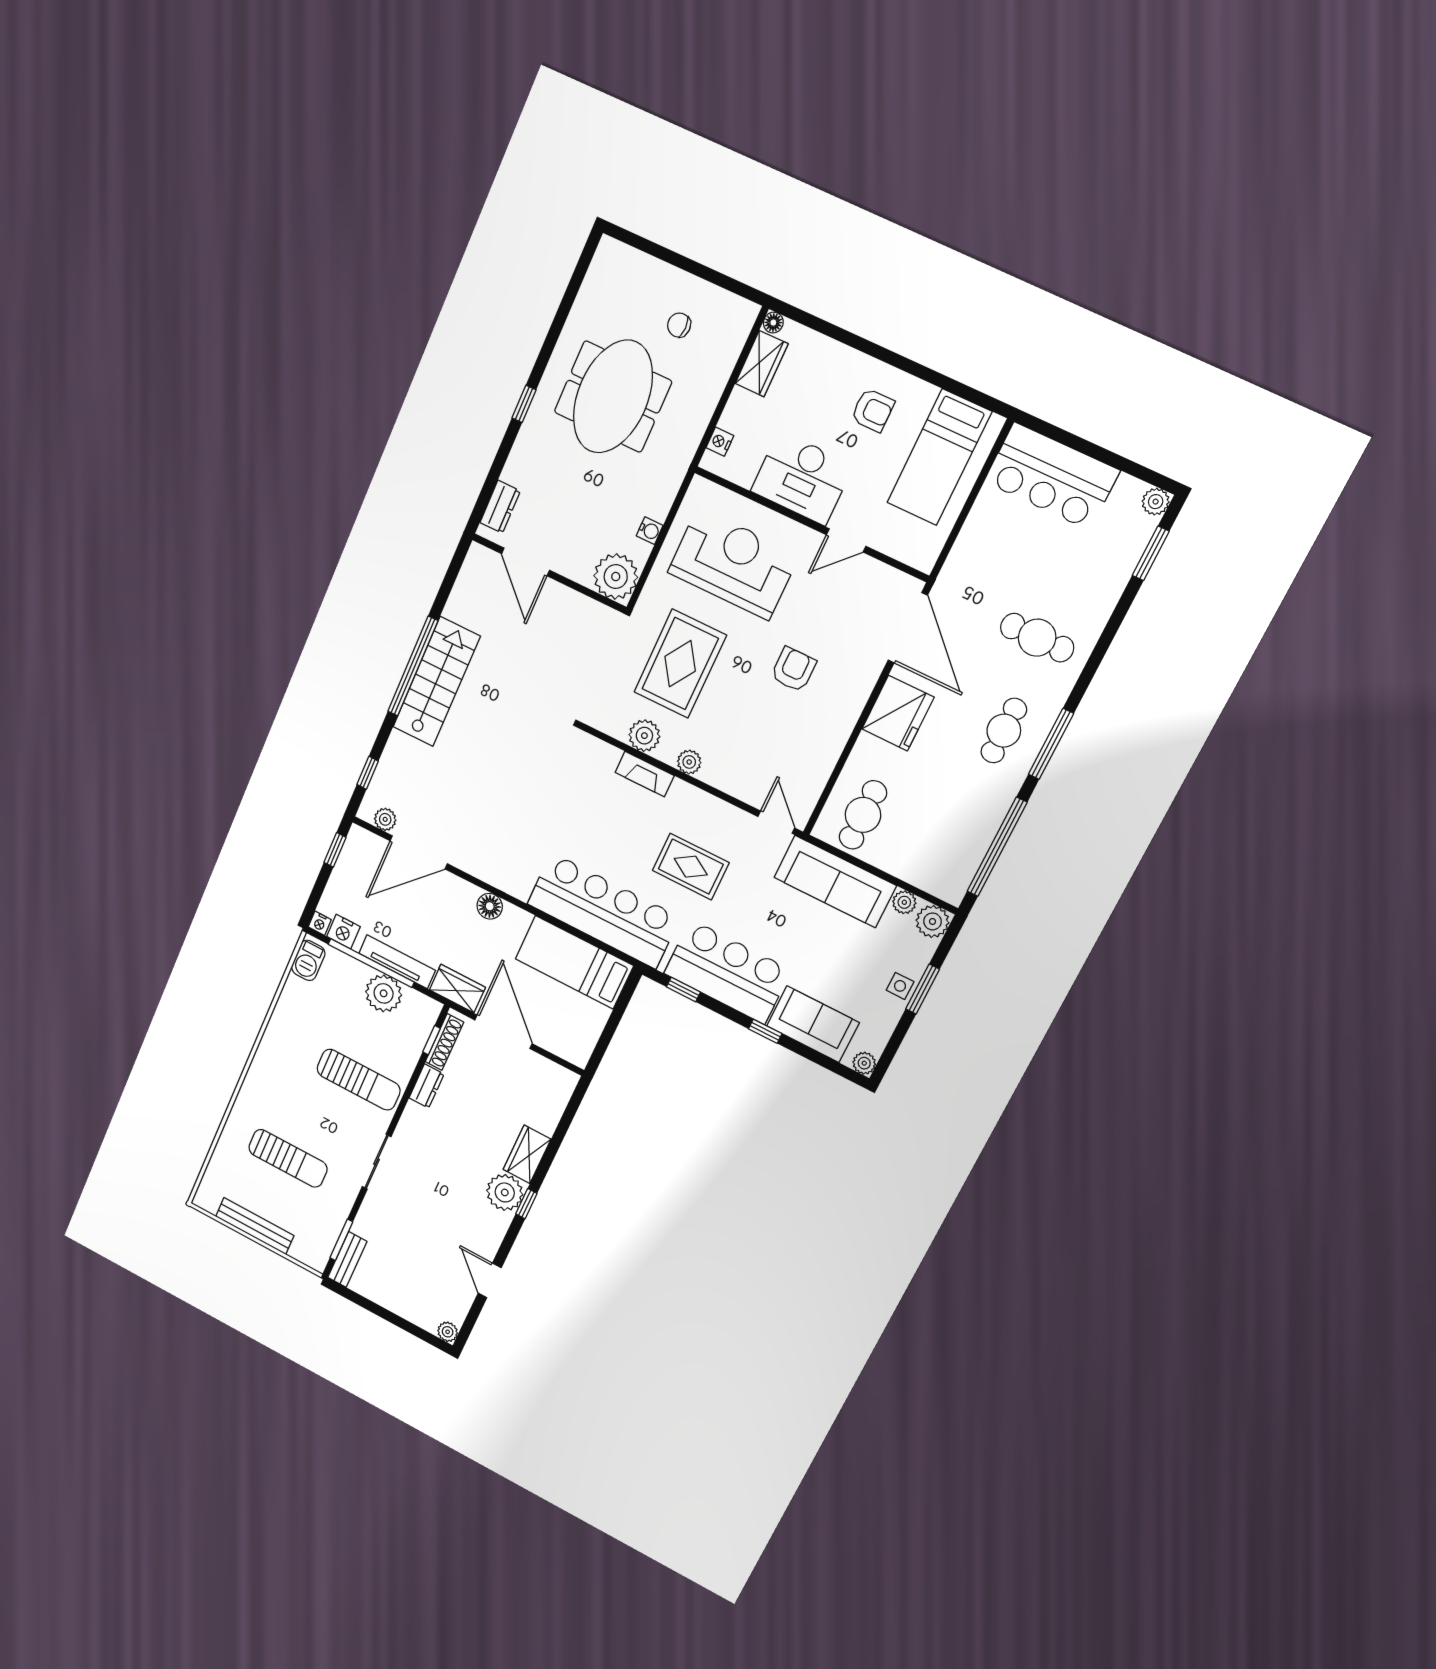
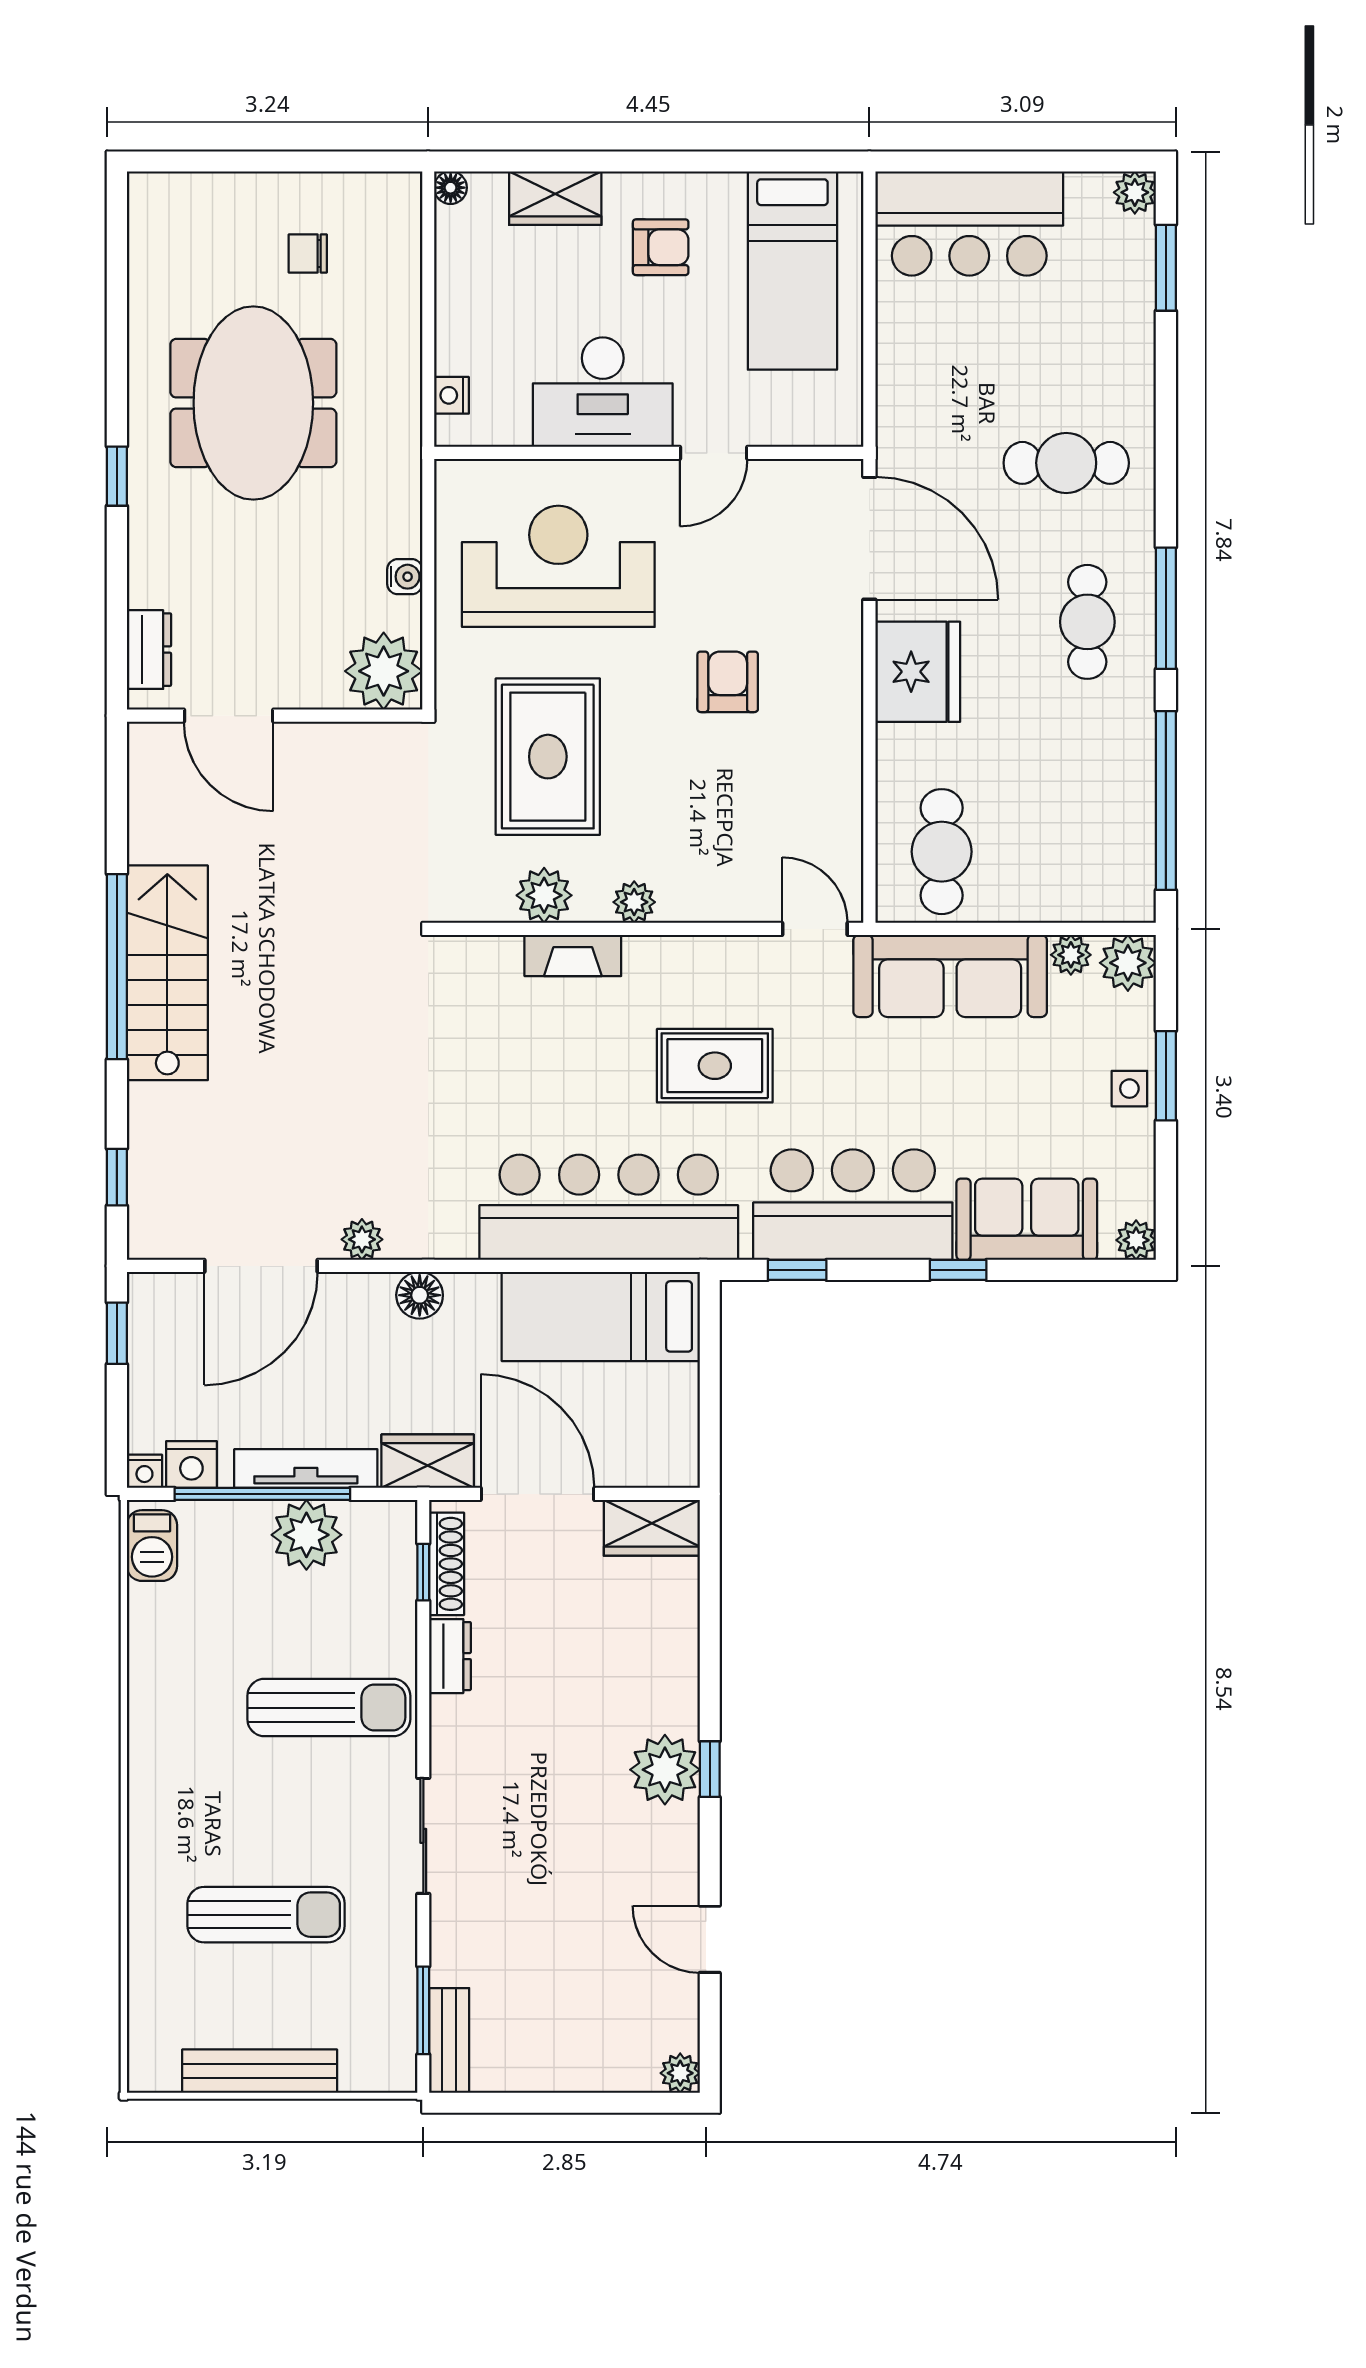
wardrobe: (762, 364) -> (555, 198), moved, turned 90
plant: (385, 819) -> (362, 1239), moved
wardrobe: (527, 1154) -> (652, 1528), moved, turned -90

